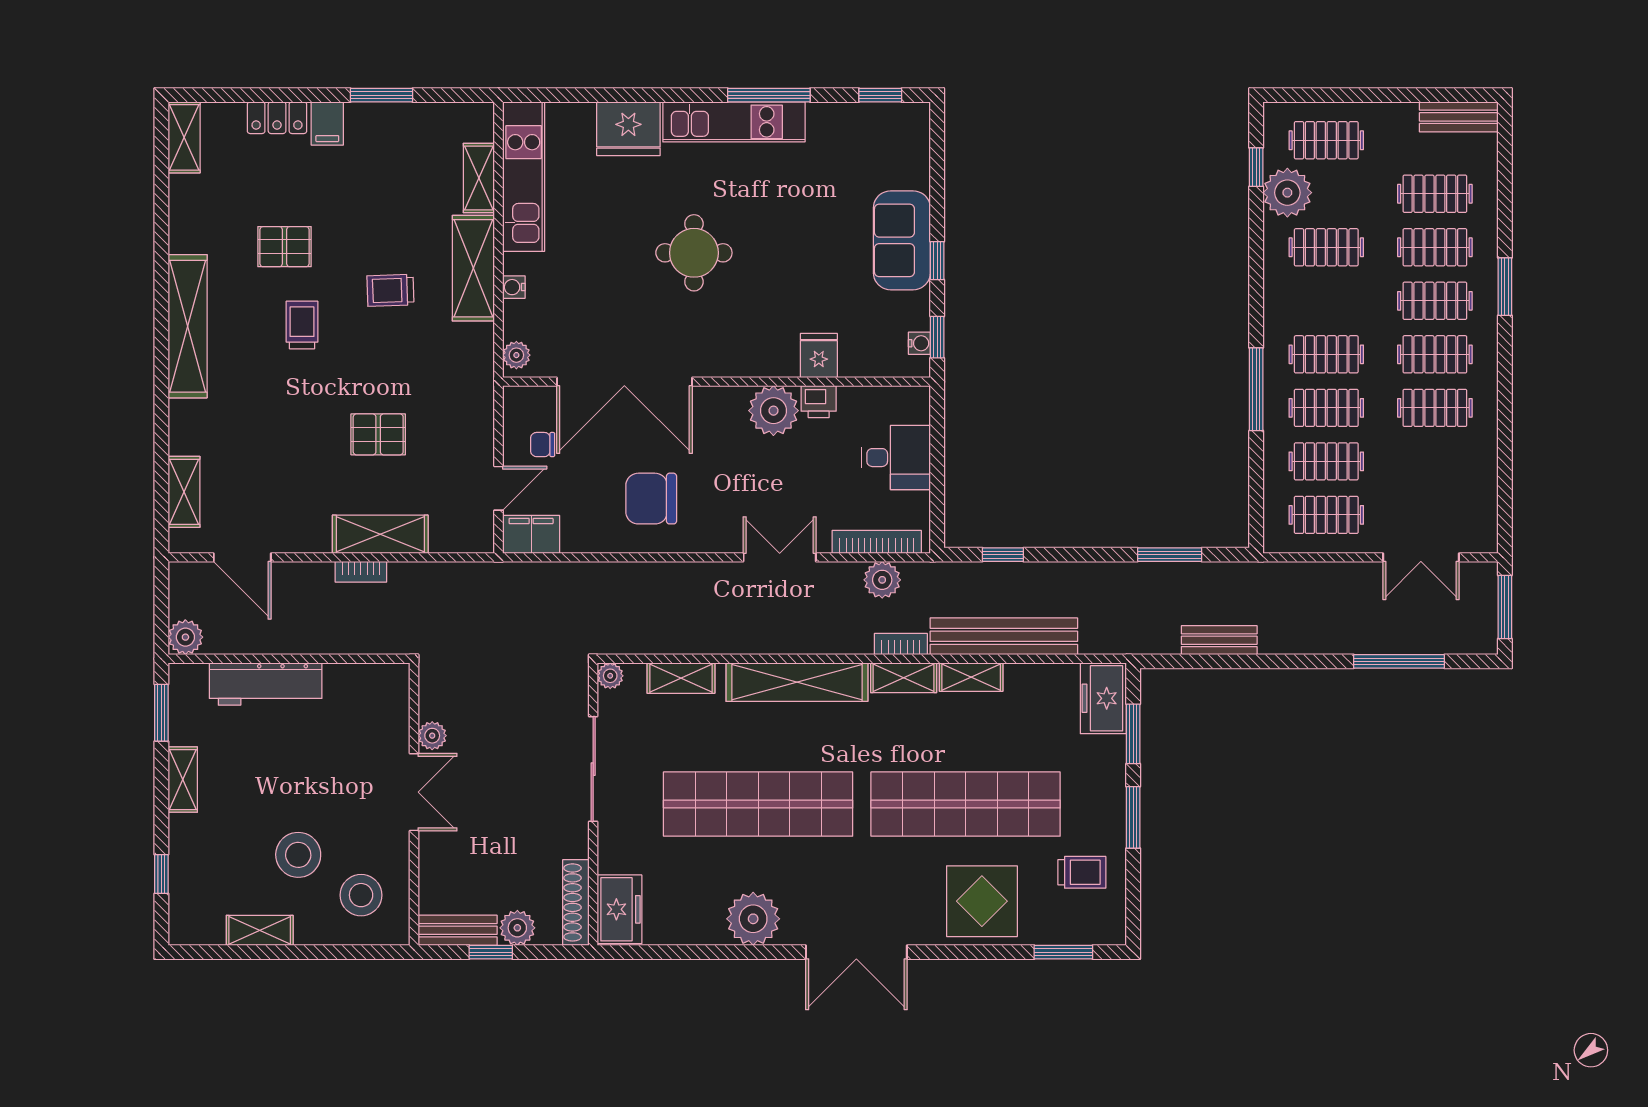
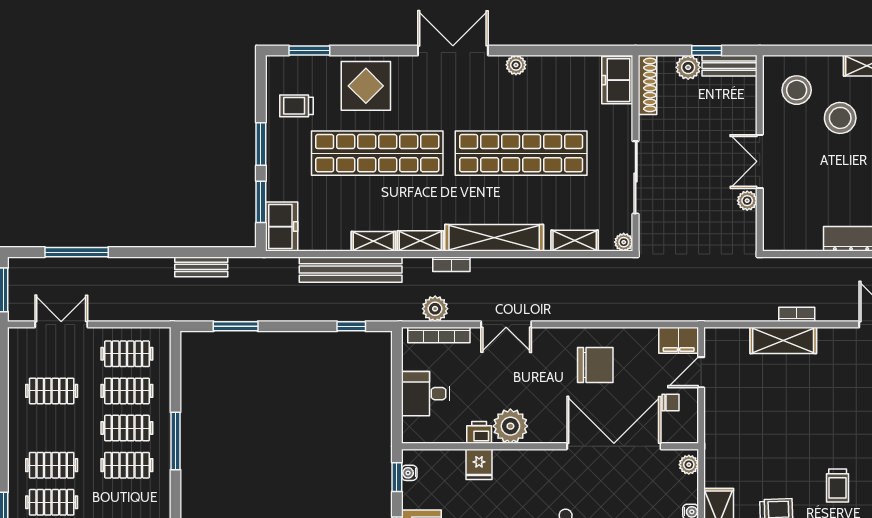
clothes rail: (1435, 408) -> (52, 391), moved
pallet: (378, 434) -> (785, 410), removed
bookcase: (901, 644) -> (451, 264), moved
plant: (753, 919) -> (516, 65), width x0.53, depth x0.53

